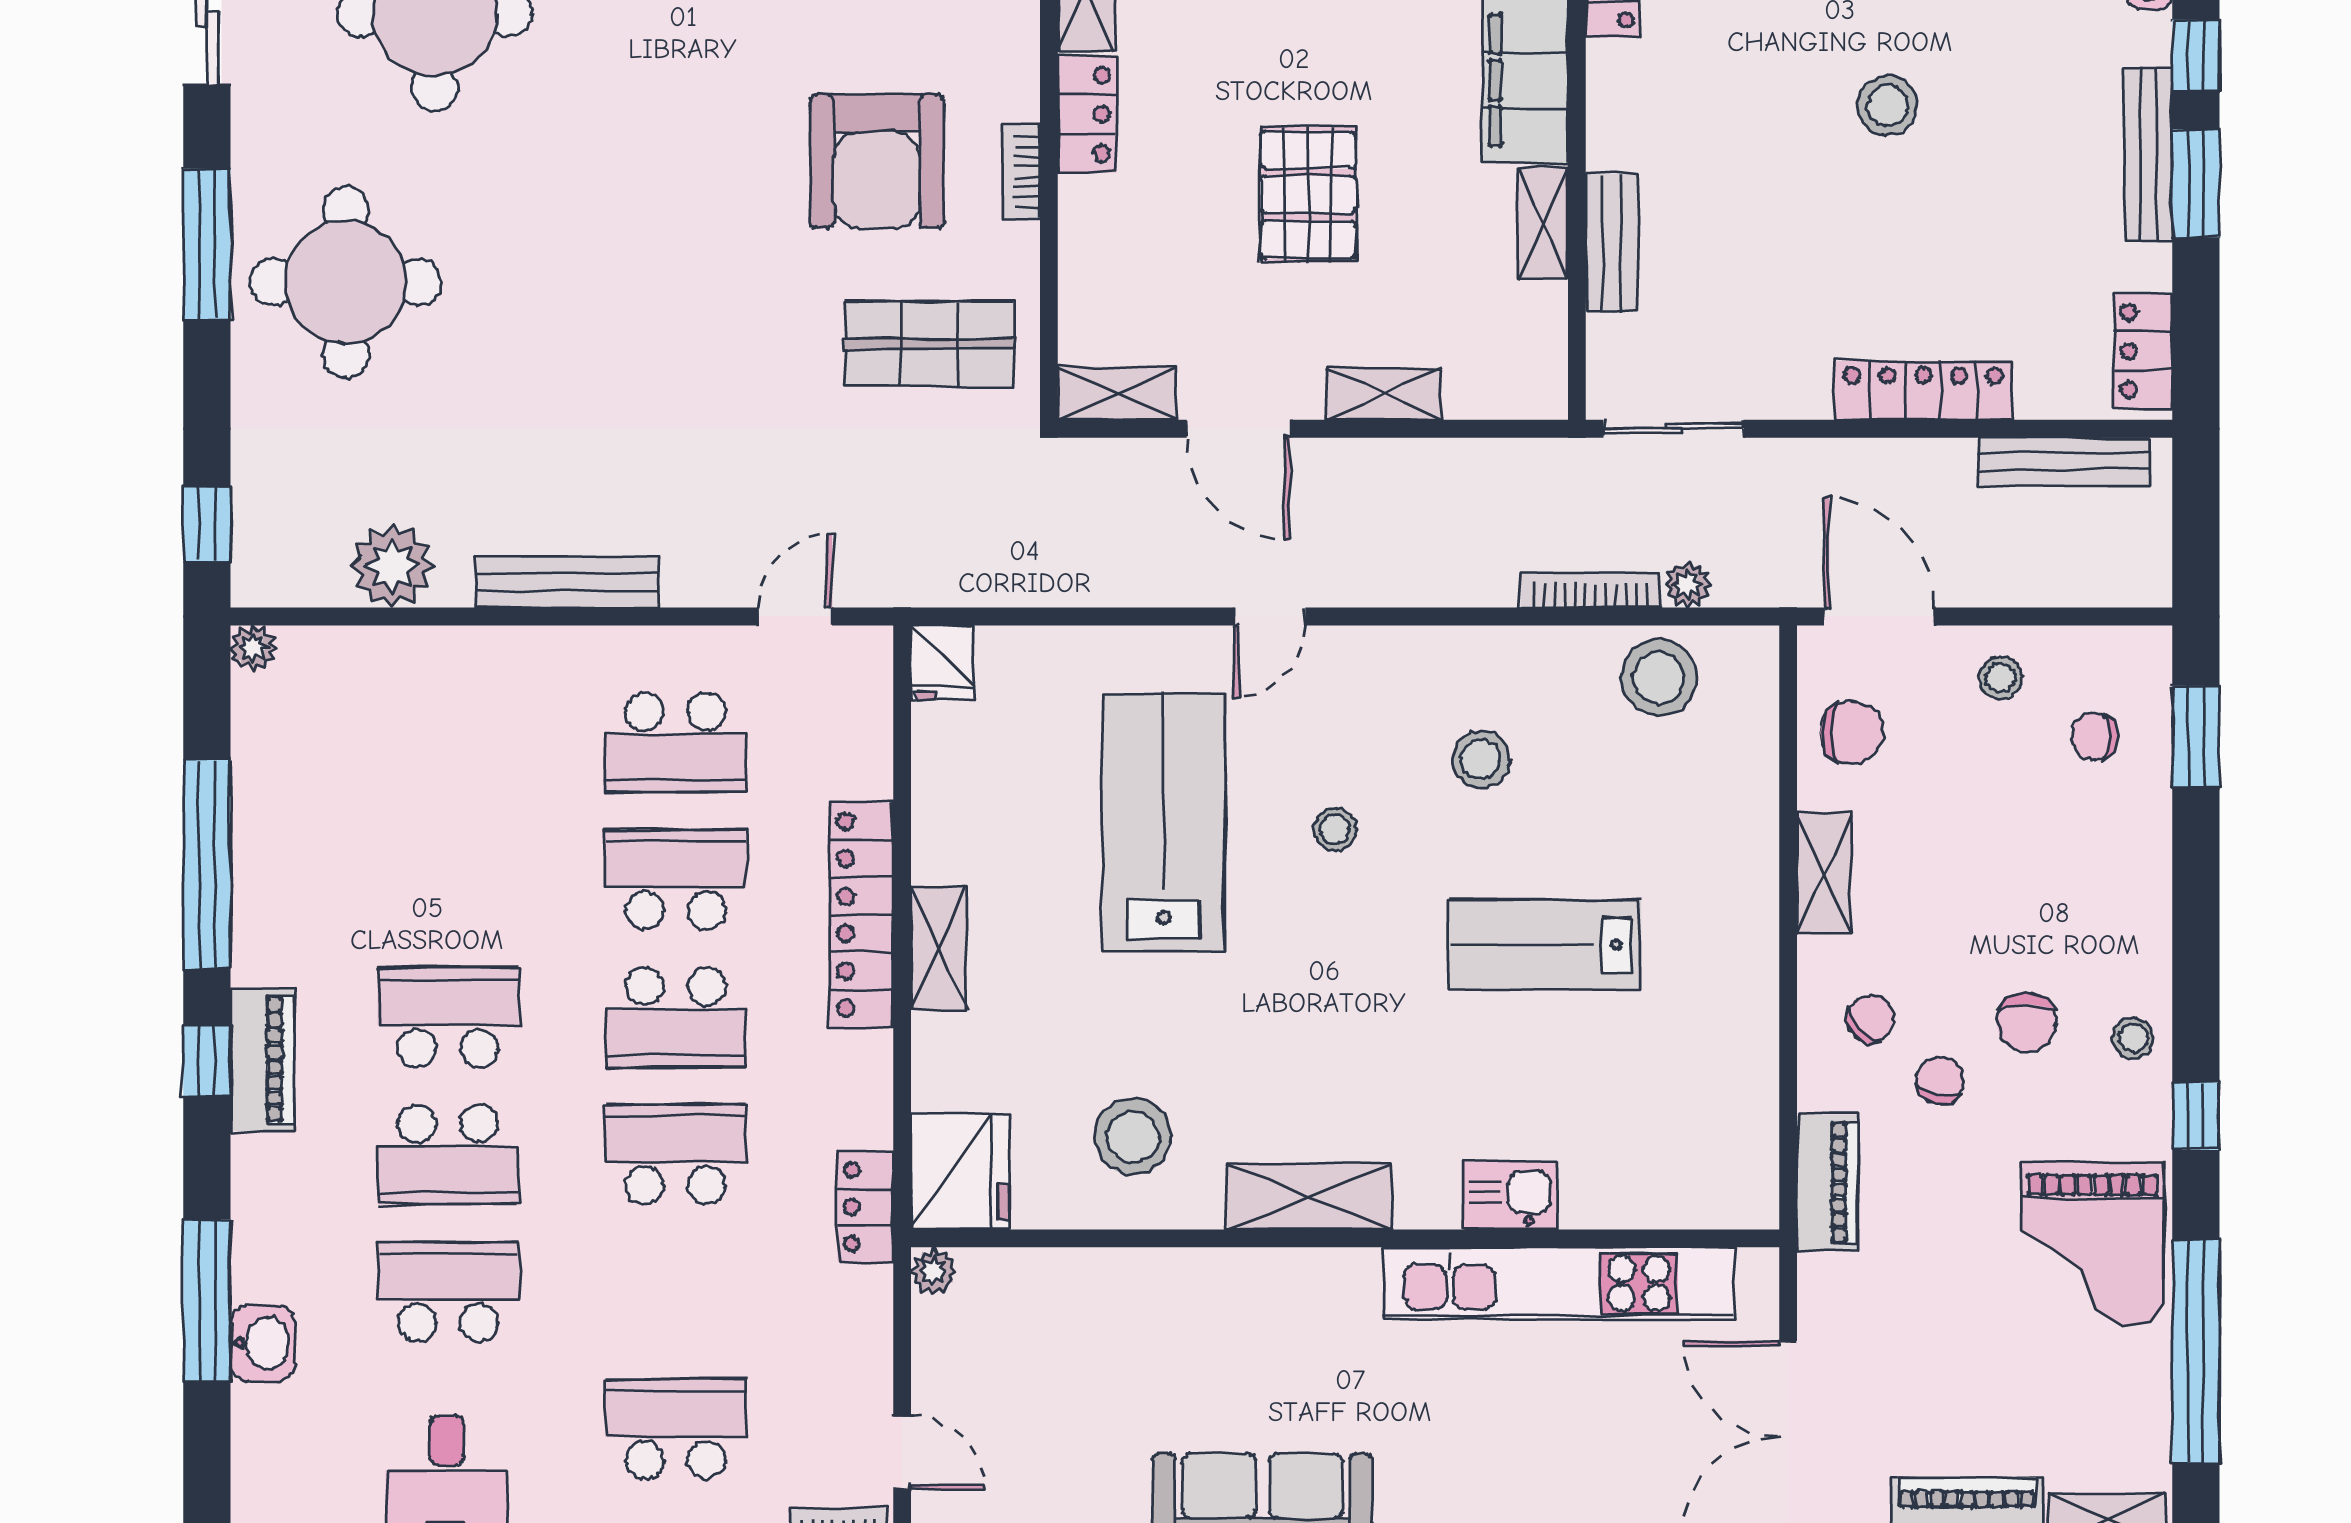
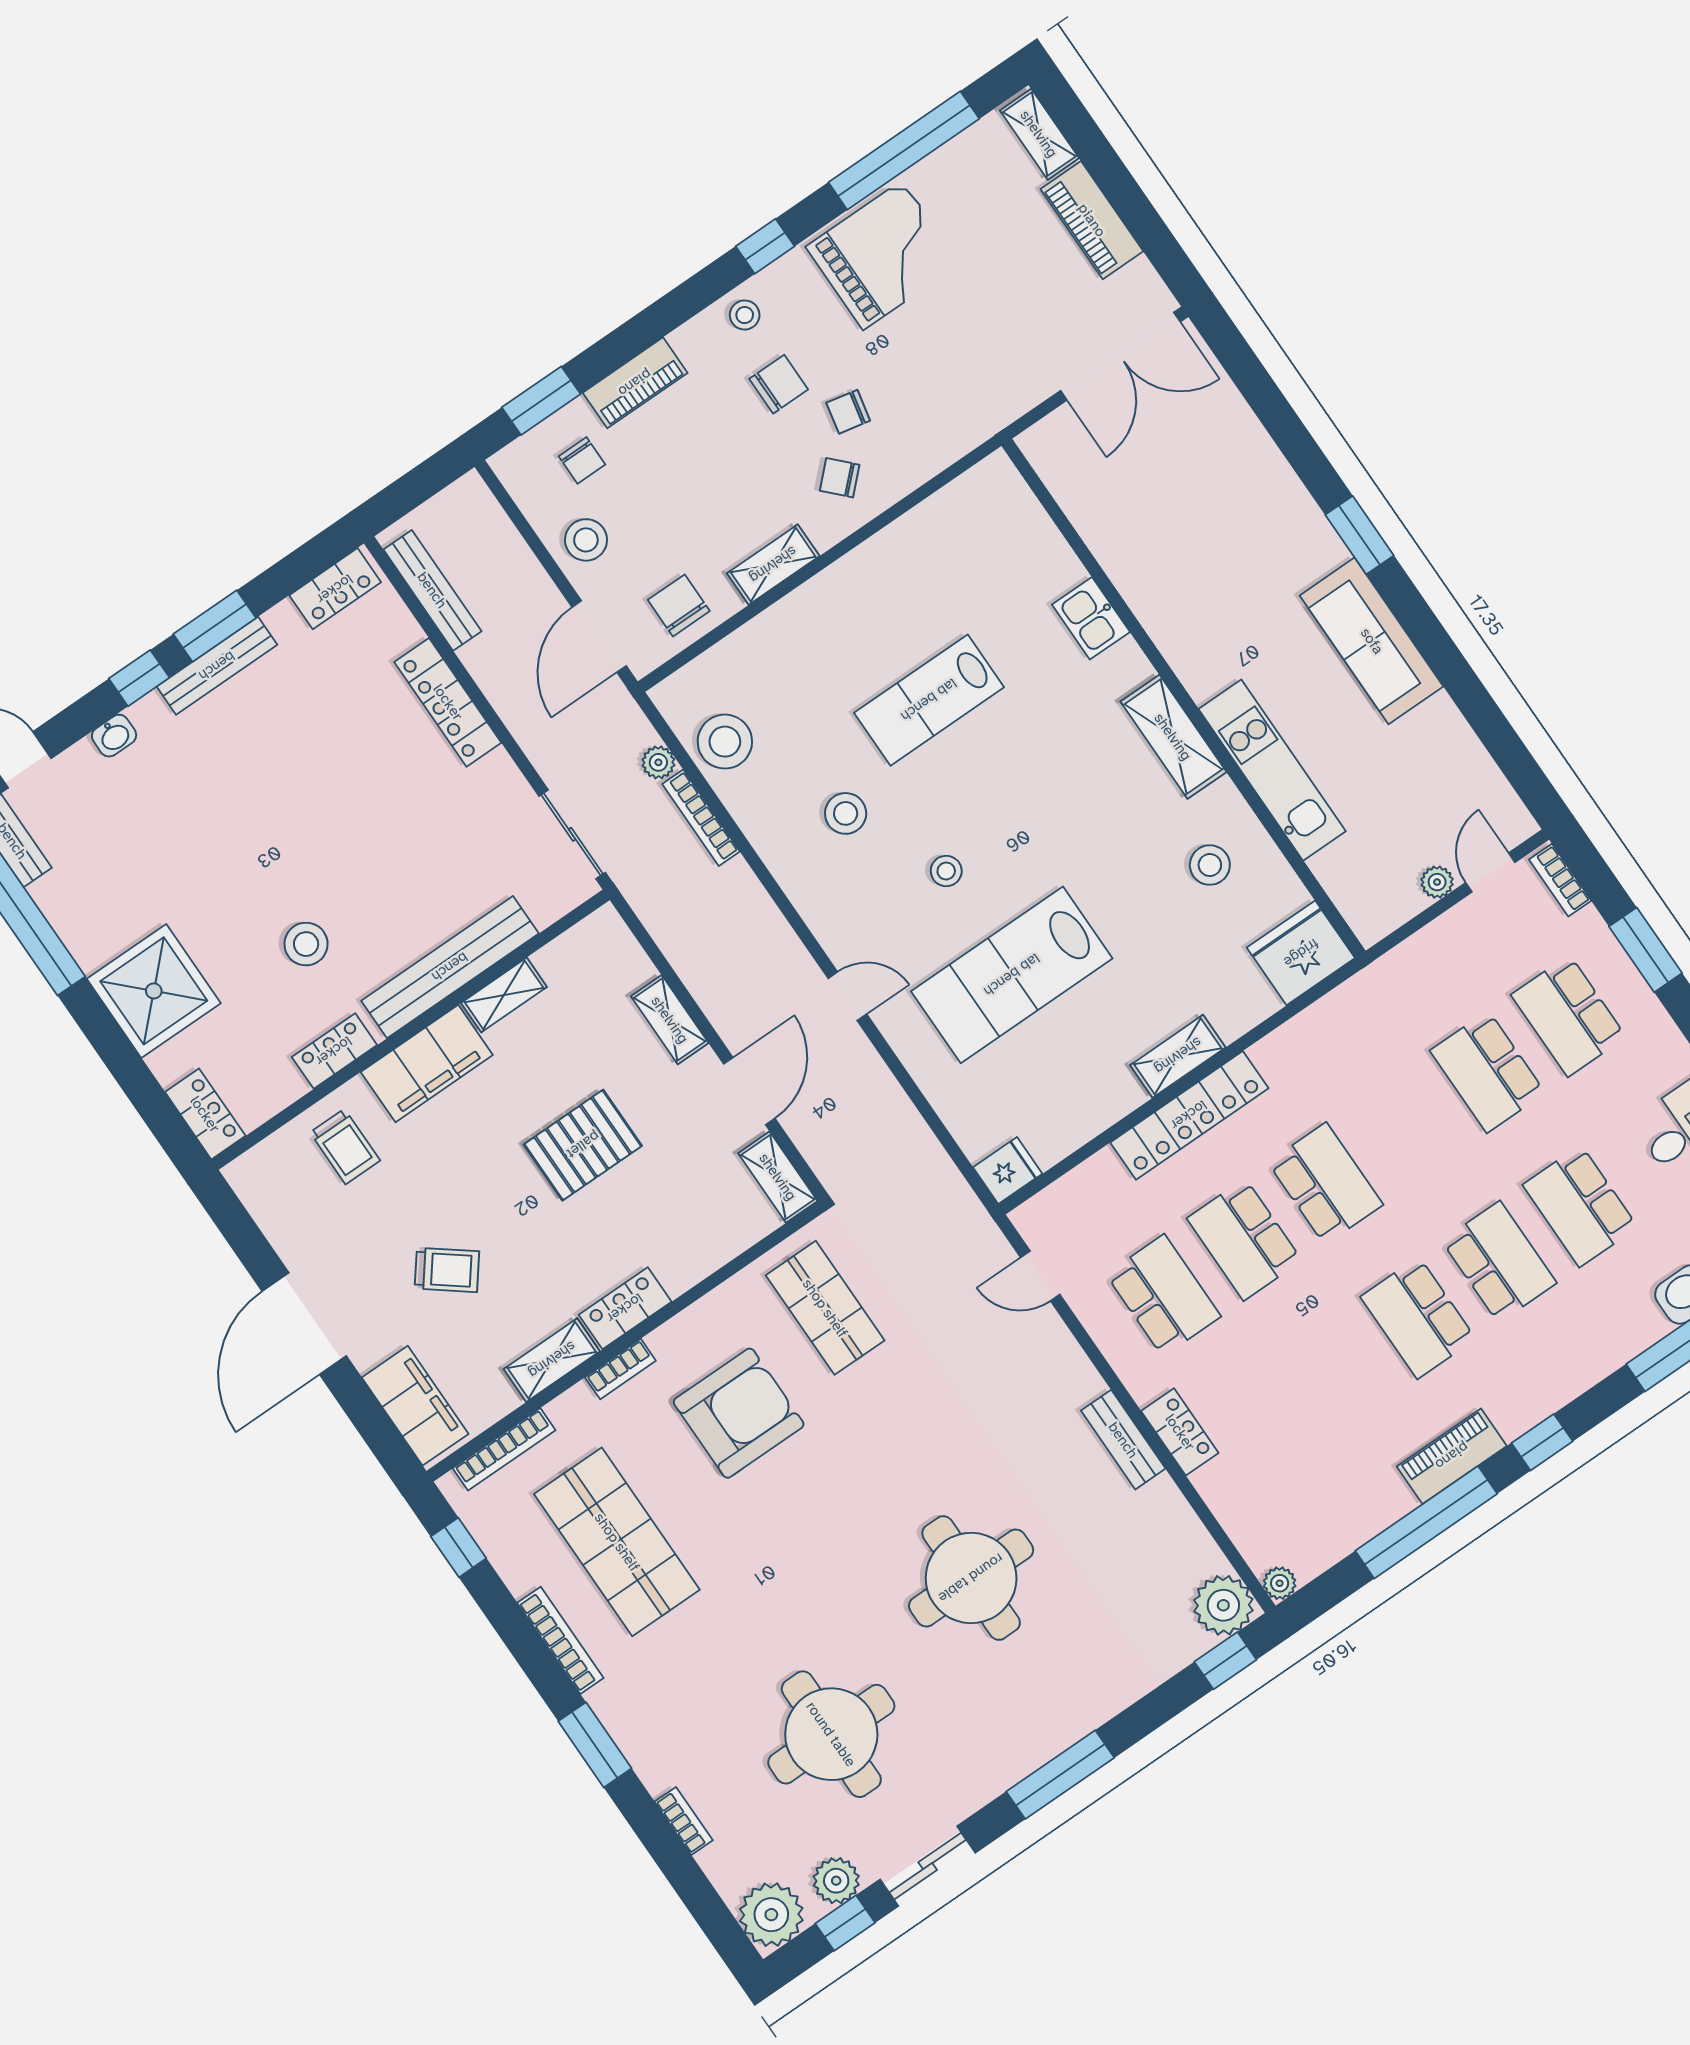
stool: (1887, 105) -> (306, 944), moved
bookcase: (1021, 172) -> (620, 1369), moved
bench: (1612, 243) -> (450, 967), width x1.86, depth x1.21
round table: (346, 282) -> (971, 1578), moved
plant: (393, 566) -> (1223, 1605), moved
bench: (566, 582) -> (1123, 1440), width x0.73
stool: (2000, 678) -> (586, 540), width x1.37, depth x1.37
lab bench: (1545, 945) -> (929, 700), turned 90
piano: (262, 1059) -> (1452, 1456), moved
stool: (1133, 1137) -> (1210, 865), width x0.73, depth x0.73
school desk: (676, 1154) -> (1488, 1072), moved
piano: (1827, 1183) -> (635, 383), moved, turned 180
locker: (866, 1207) -> (1180, 1432), moved, turned -90
plant: (933, 1271) -> (1437, 882), moved
kitchen unit: (1558, 1283) -> (1272, 770), moved, width x0.73

